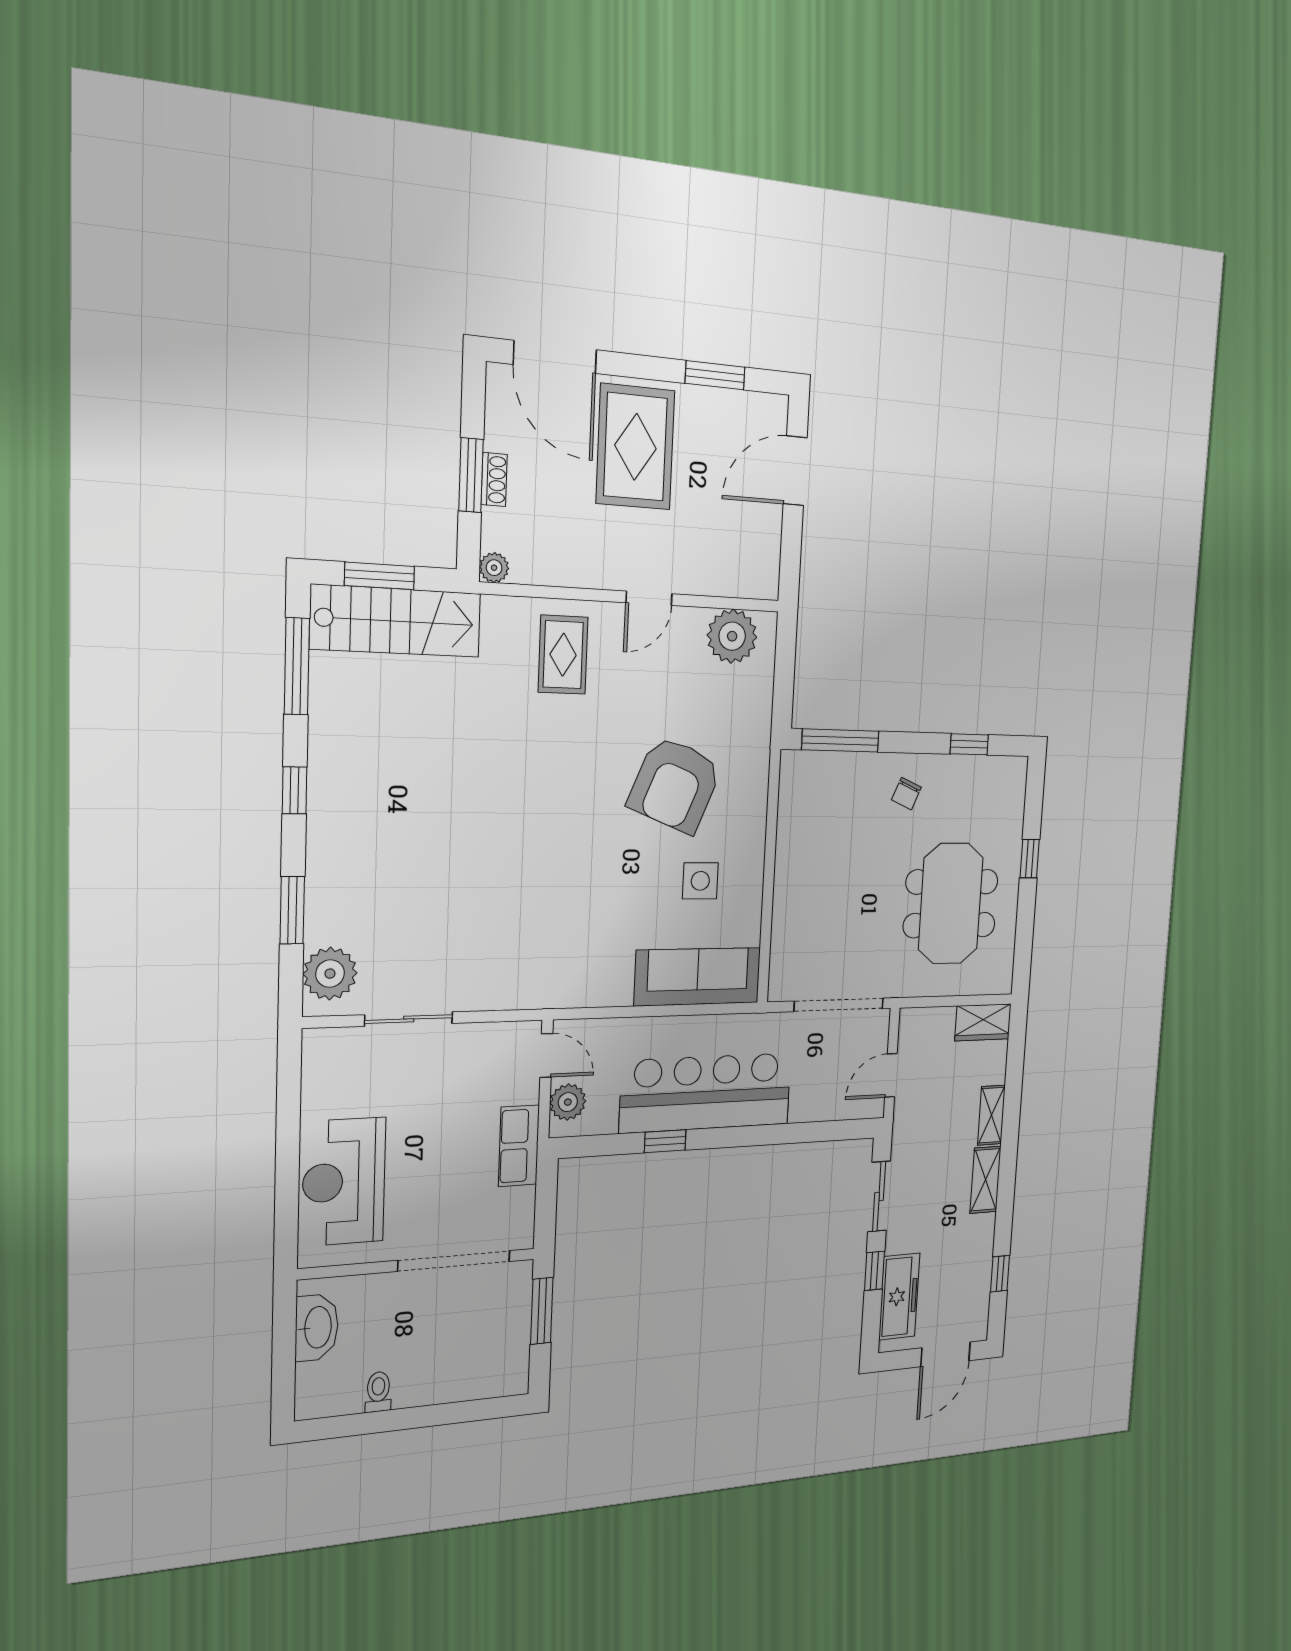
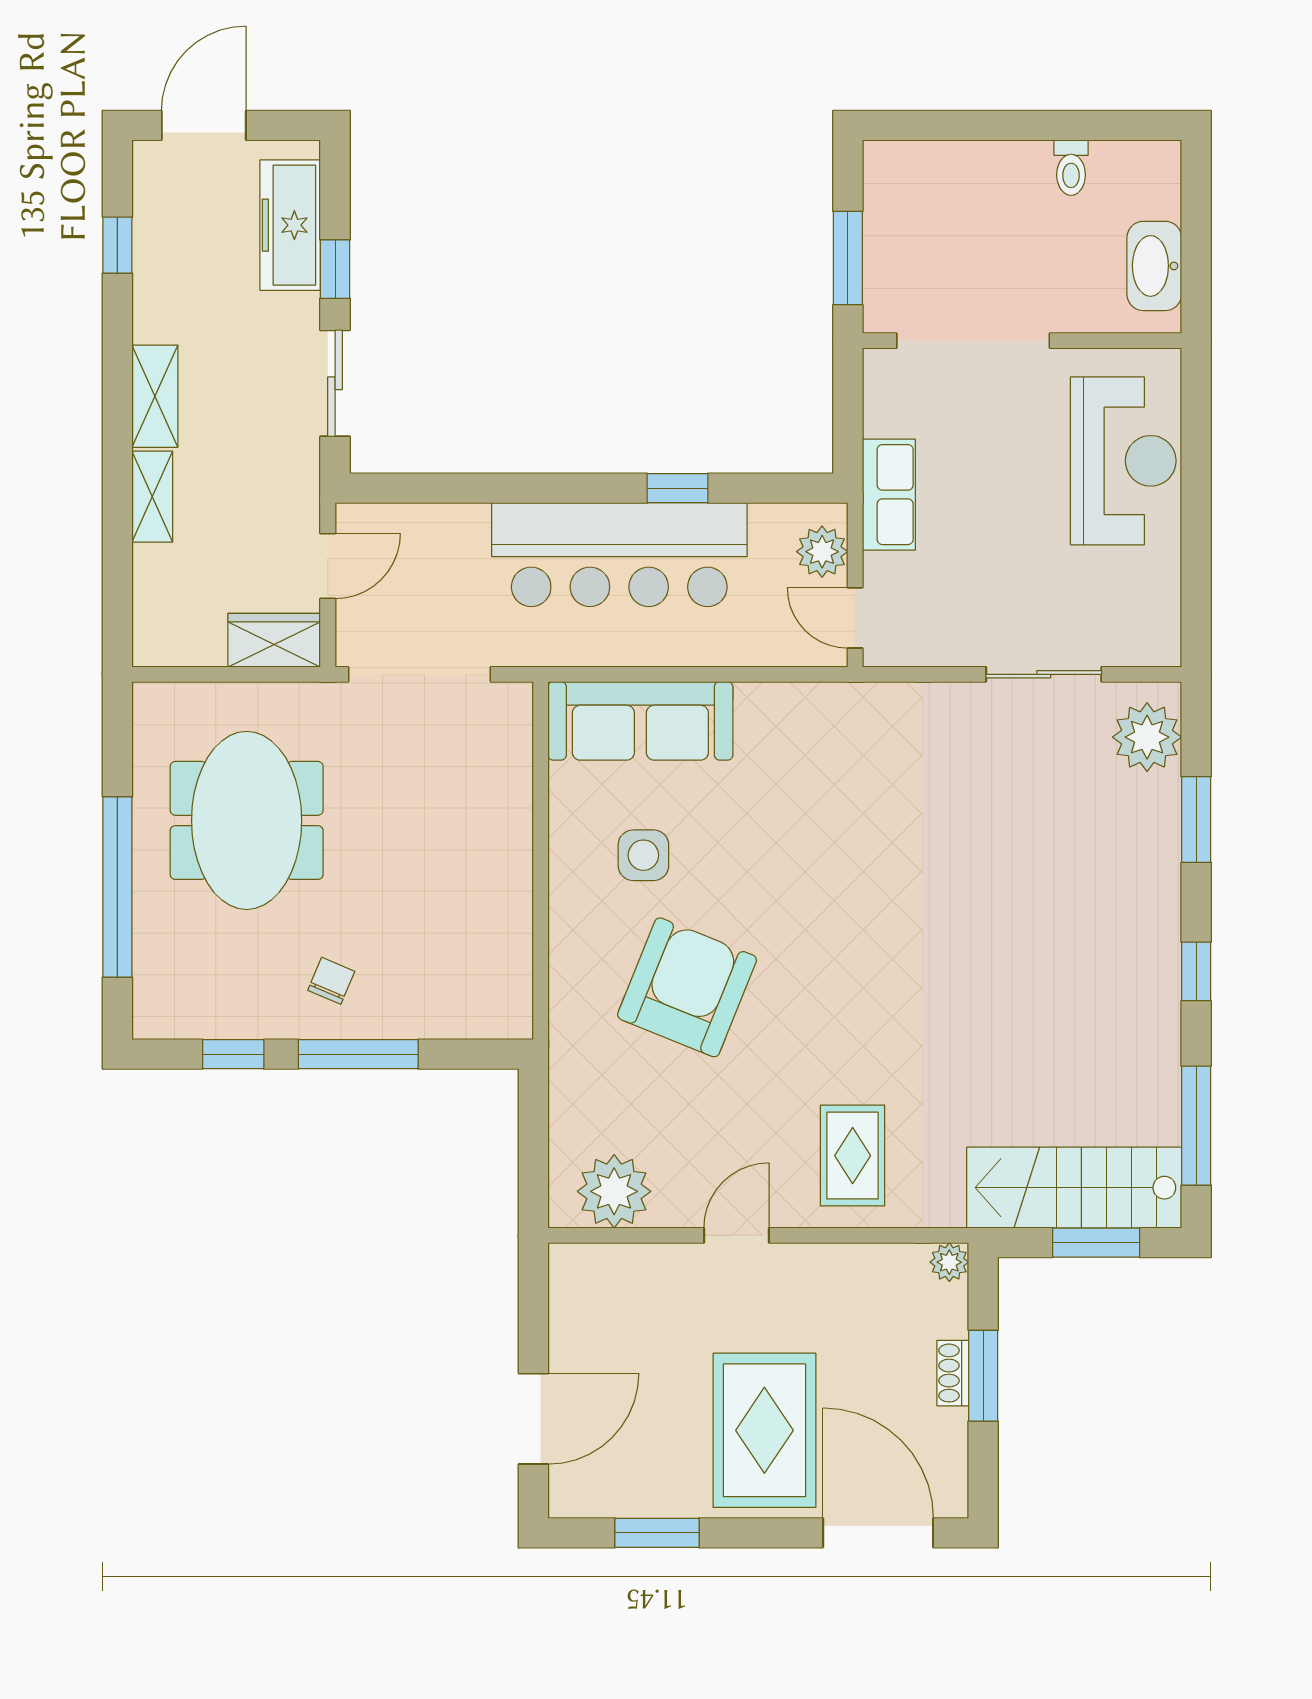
window: (840, 740) -> (358, 1054), moved
window: (1030, 859) -> (117, 887), width x3.17
wardrobe: (983, 1022) -> (274, 640), moved

